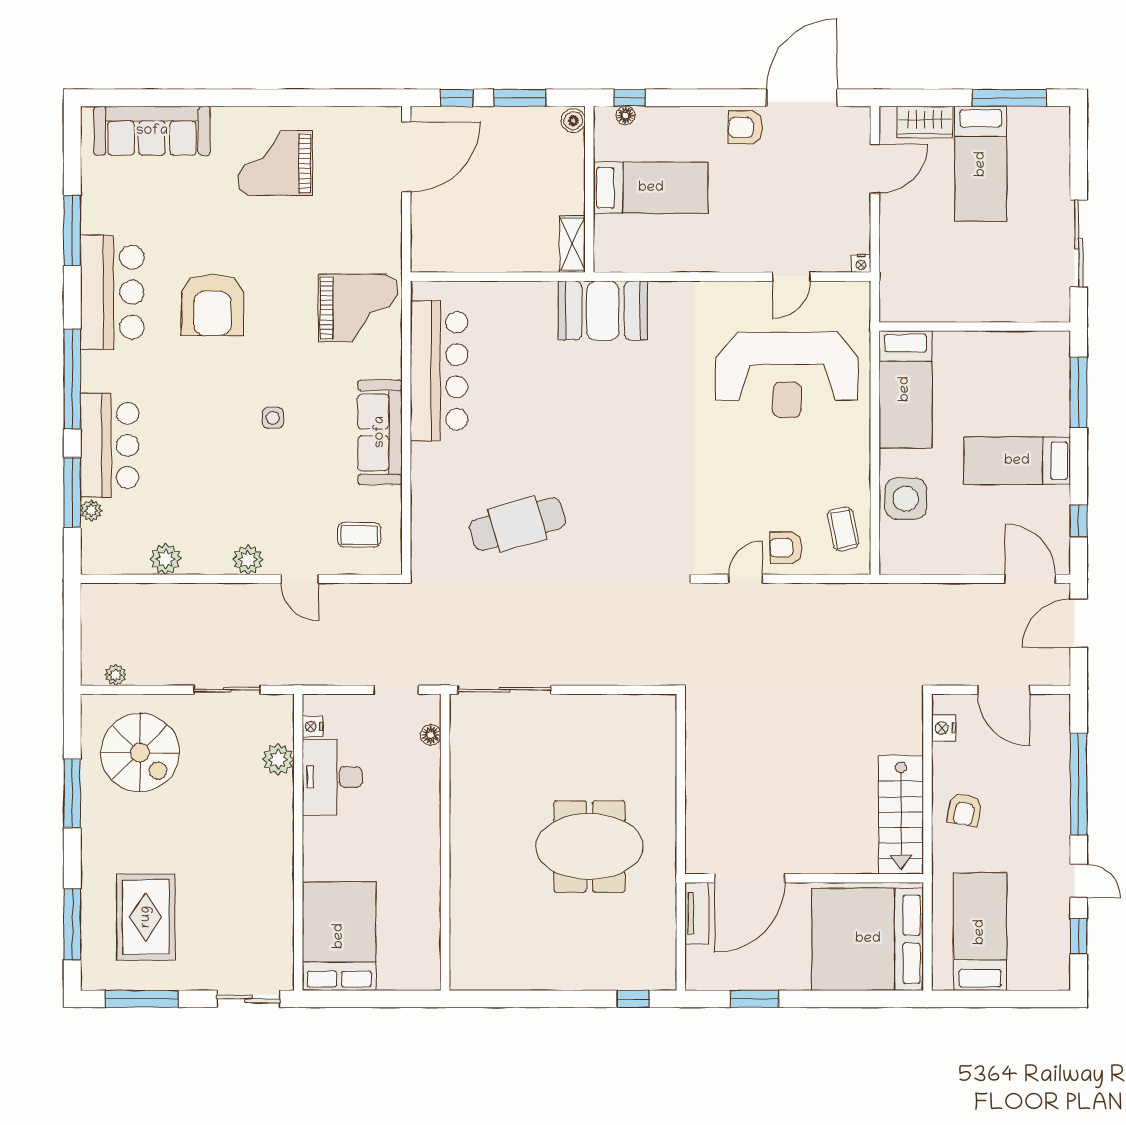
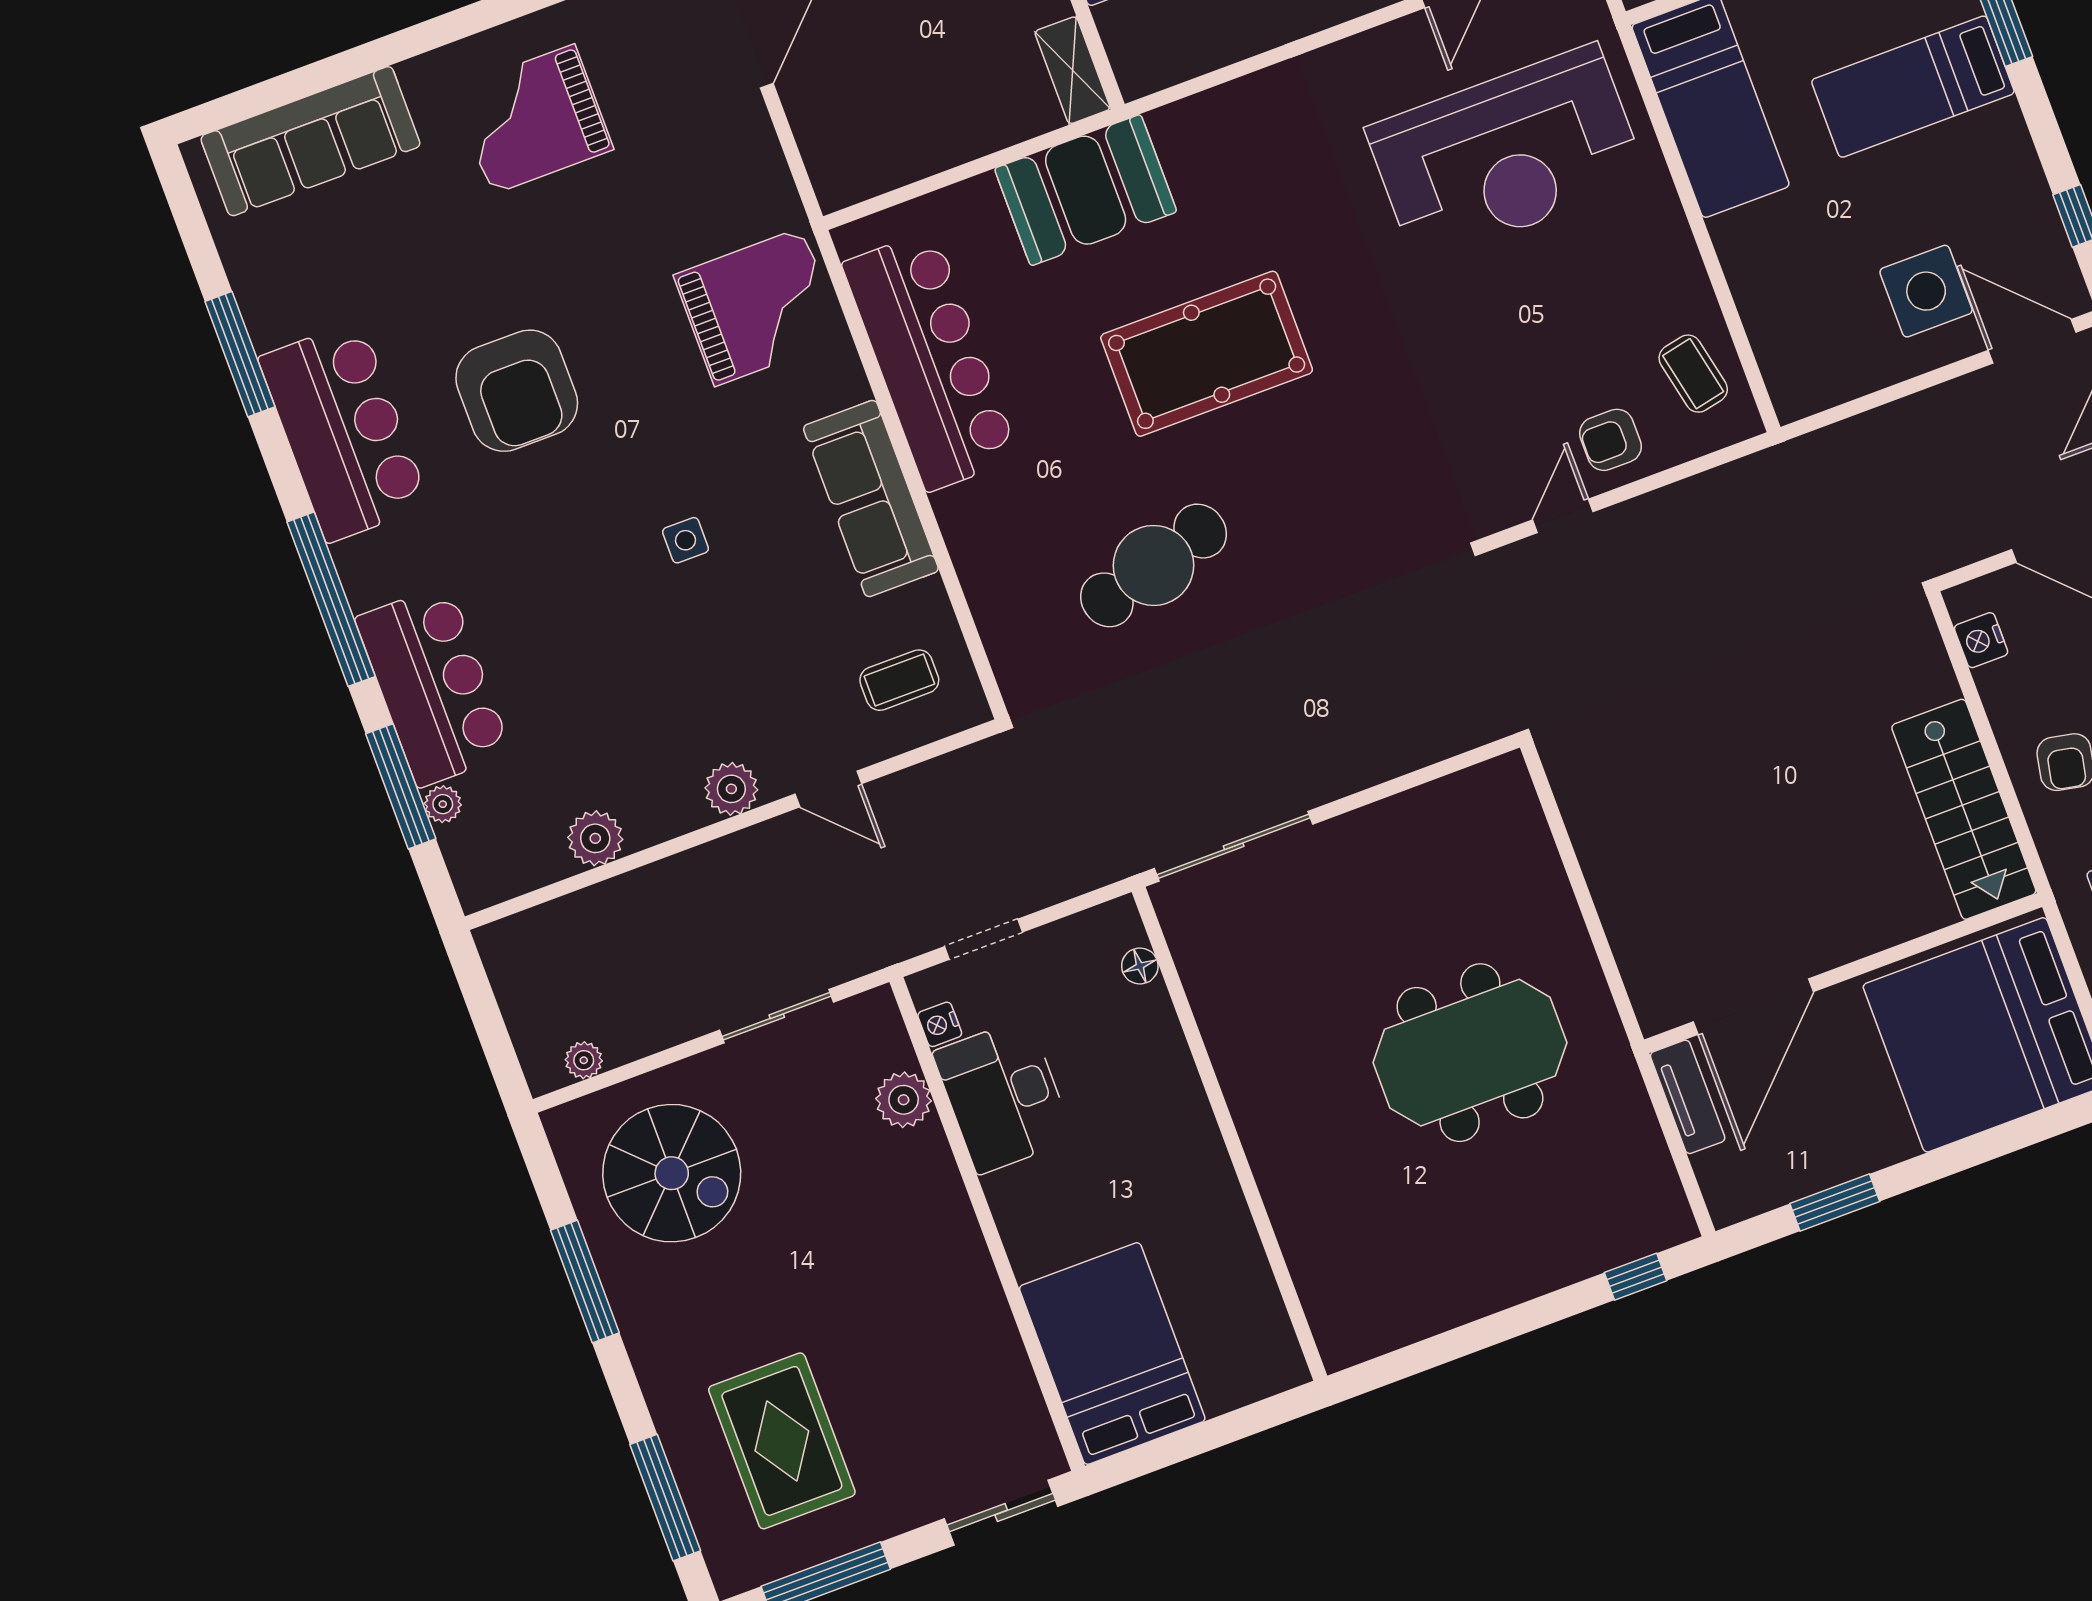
booth: (603, 311) -> (1086, 190), moved
pool table: (588, 422) -> (1207, 354), added
bed: (1017, 461) -> (1913, 87), moved
side table: (906, 499) -> (1926, 291), moved
doorway: (396, 690) -> (984, 939), moved

